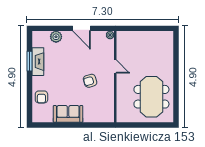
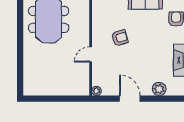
door: (115, 66) -> (91, 54), hinge flipped

